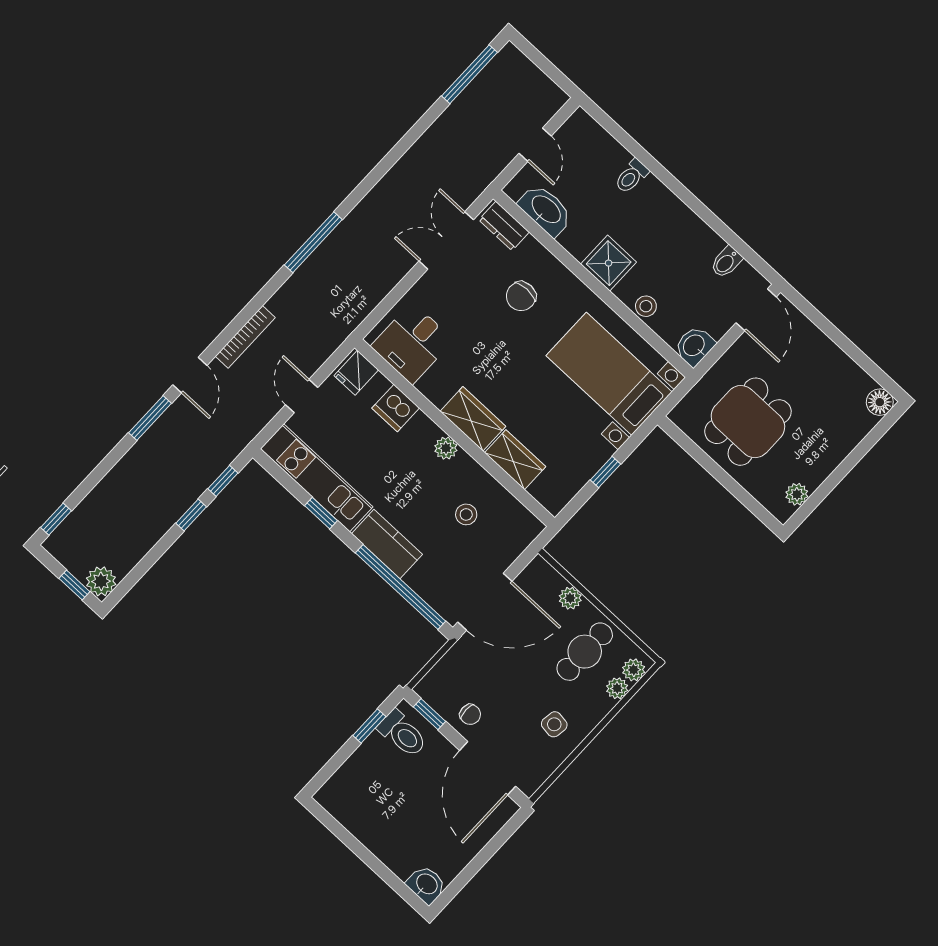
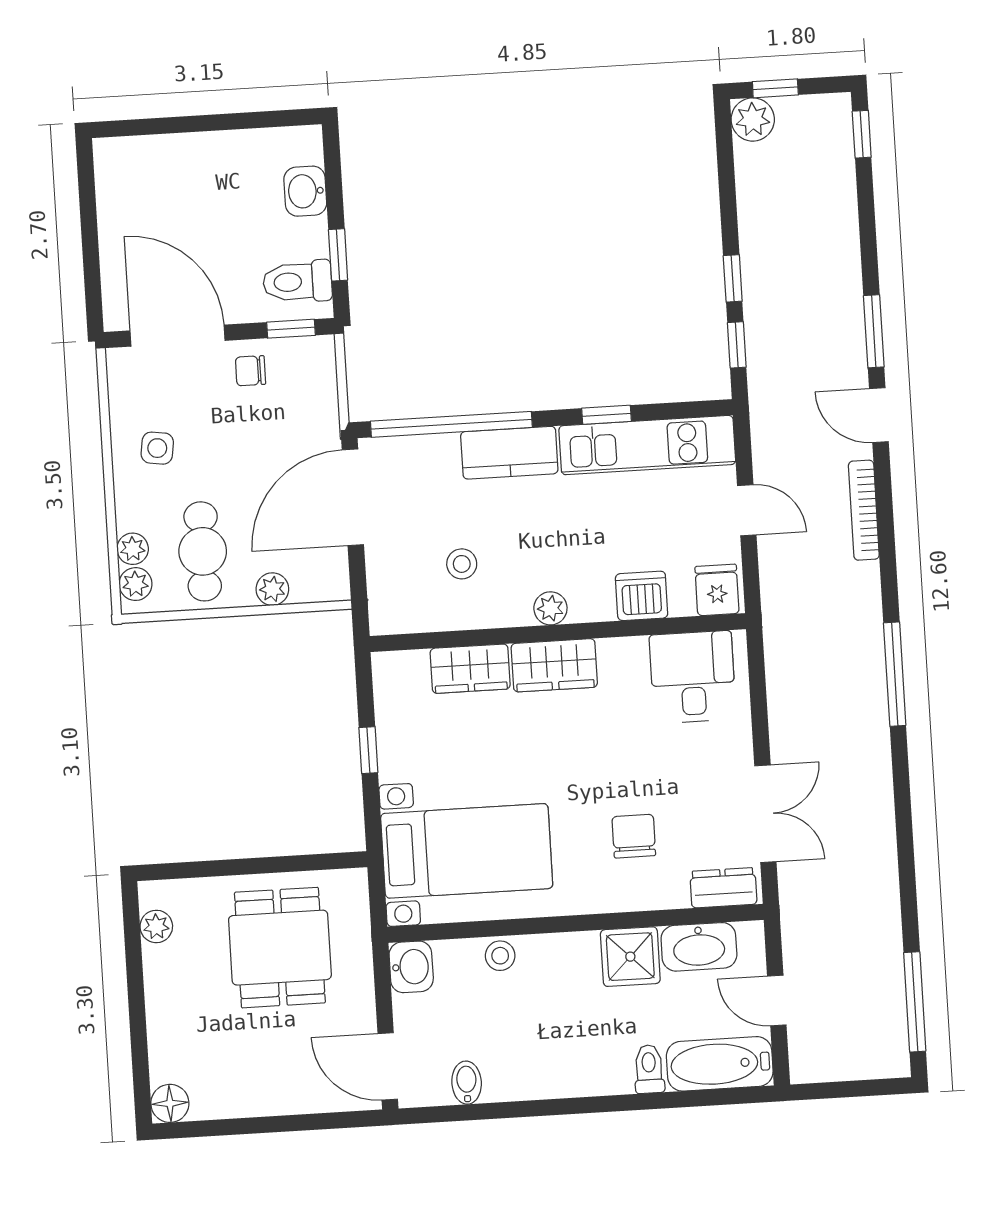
bathtub: (595, 143) -> (720, 1064), added
shower: (609, 263) -> (630, 957), moved
washbasin: (426, 885) -> (305, 191), moved, turned 90

